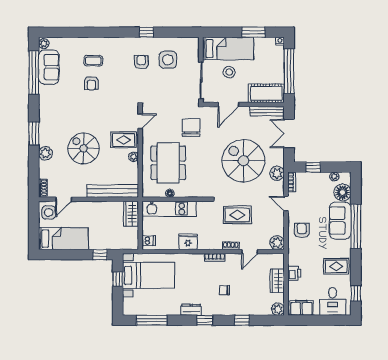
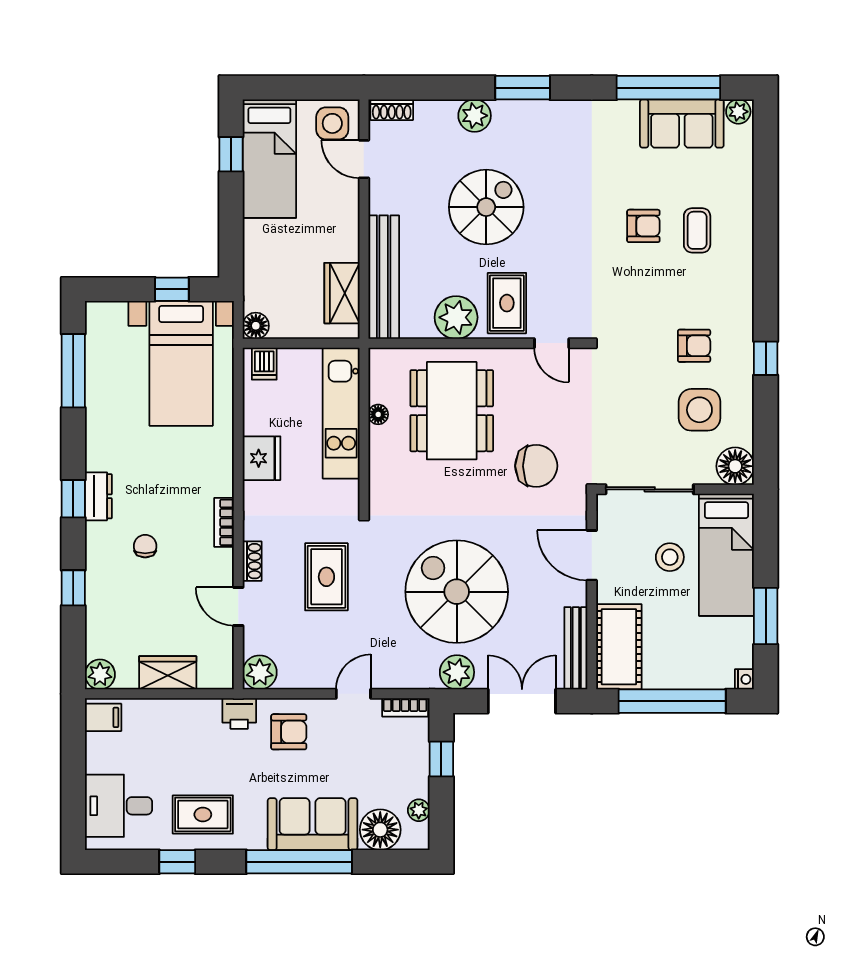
floor lamp: (191, 45) -> (735, 466), added
armchair: (91, 83) -> (643, 226), turned 180
plant: (134, 157) -> (456, 317), width x1.88, depth x1.88
spiral stairs: (243, 161) -> (457, 592), turned -90
dining table: (168, 163) -> (452, 411), turned 90
plant: (277, 173) -> (457, 672), moved
wardrobe: (131, 214) -> (342, 293), moved, turned -90
floor lamp: (133, 244) -> (256, 326), added
window: (100, 255) -> (231, 154), moved
rug: (336, 266) -> (203, 814), turned 90
printer: (294, 273) -> (239, 714), moved
window: (356, 293) -> (177, 862), moved
filing cabinet: (301, 308) -> (103, 717), width x0.50
dresser: (191, 310) -> (98, 496), moved

